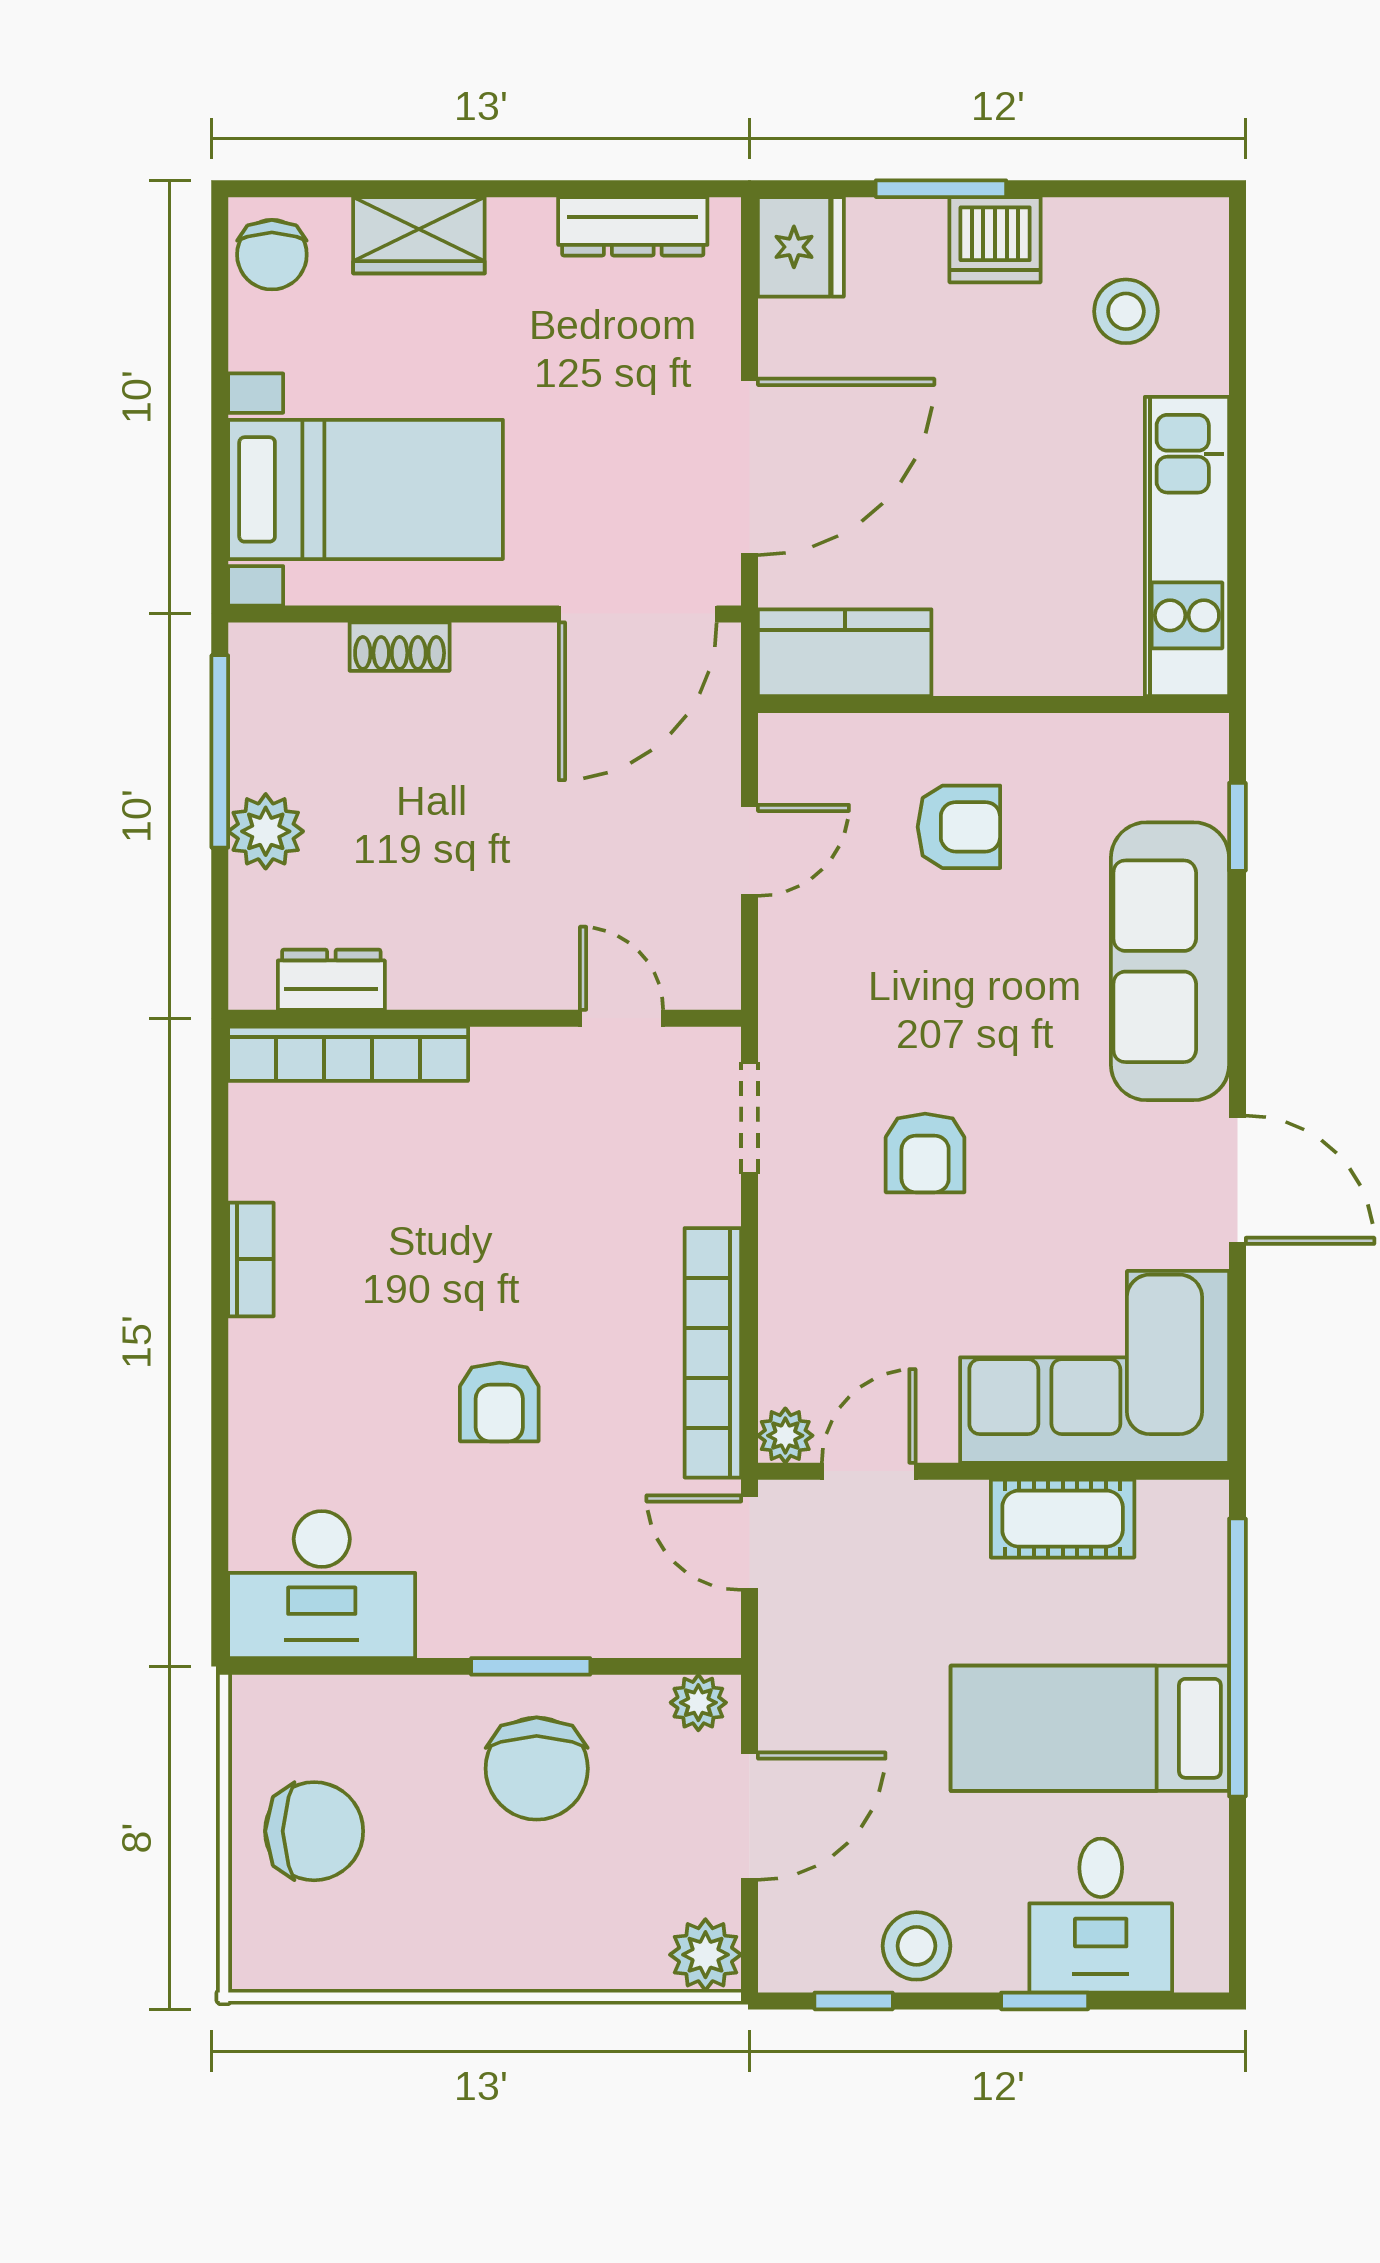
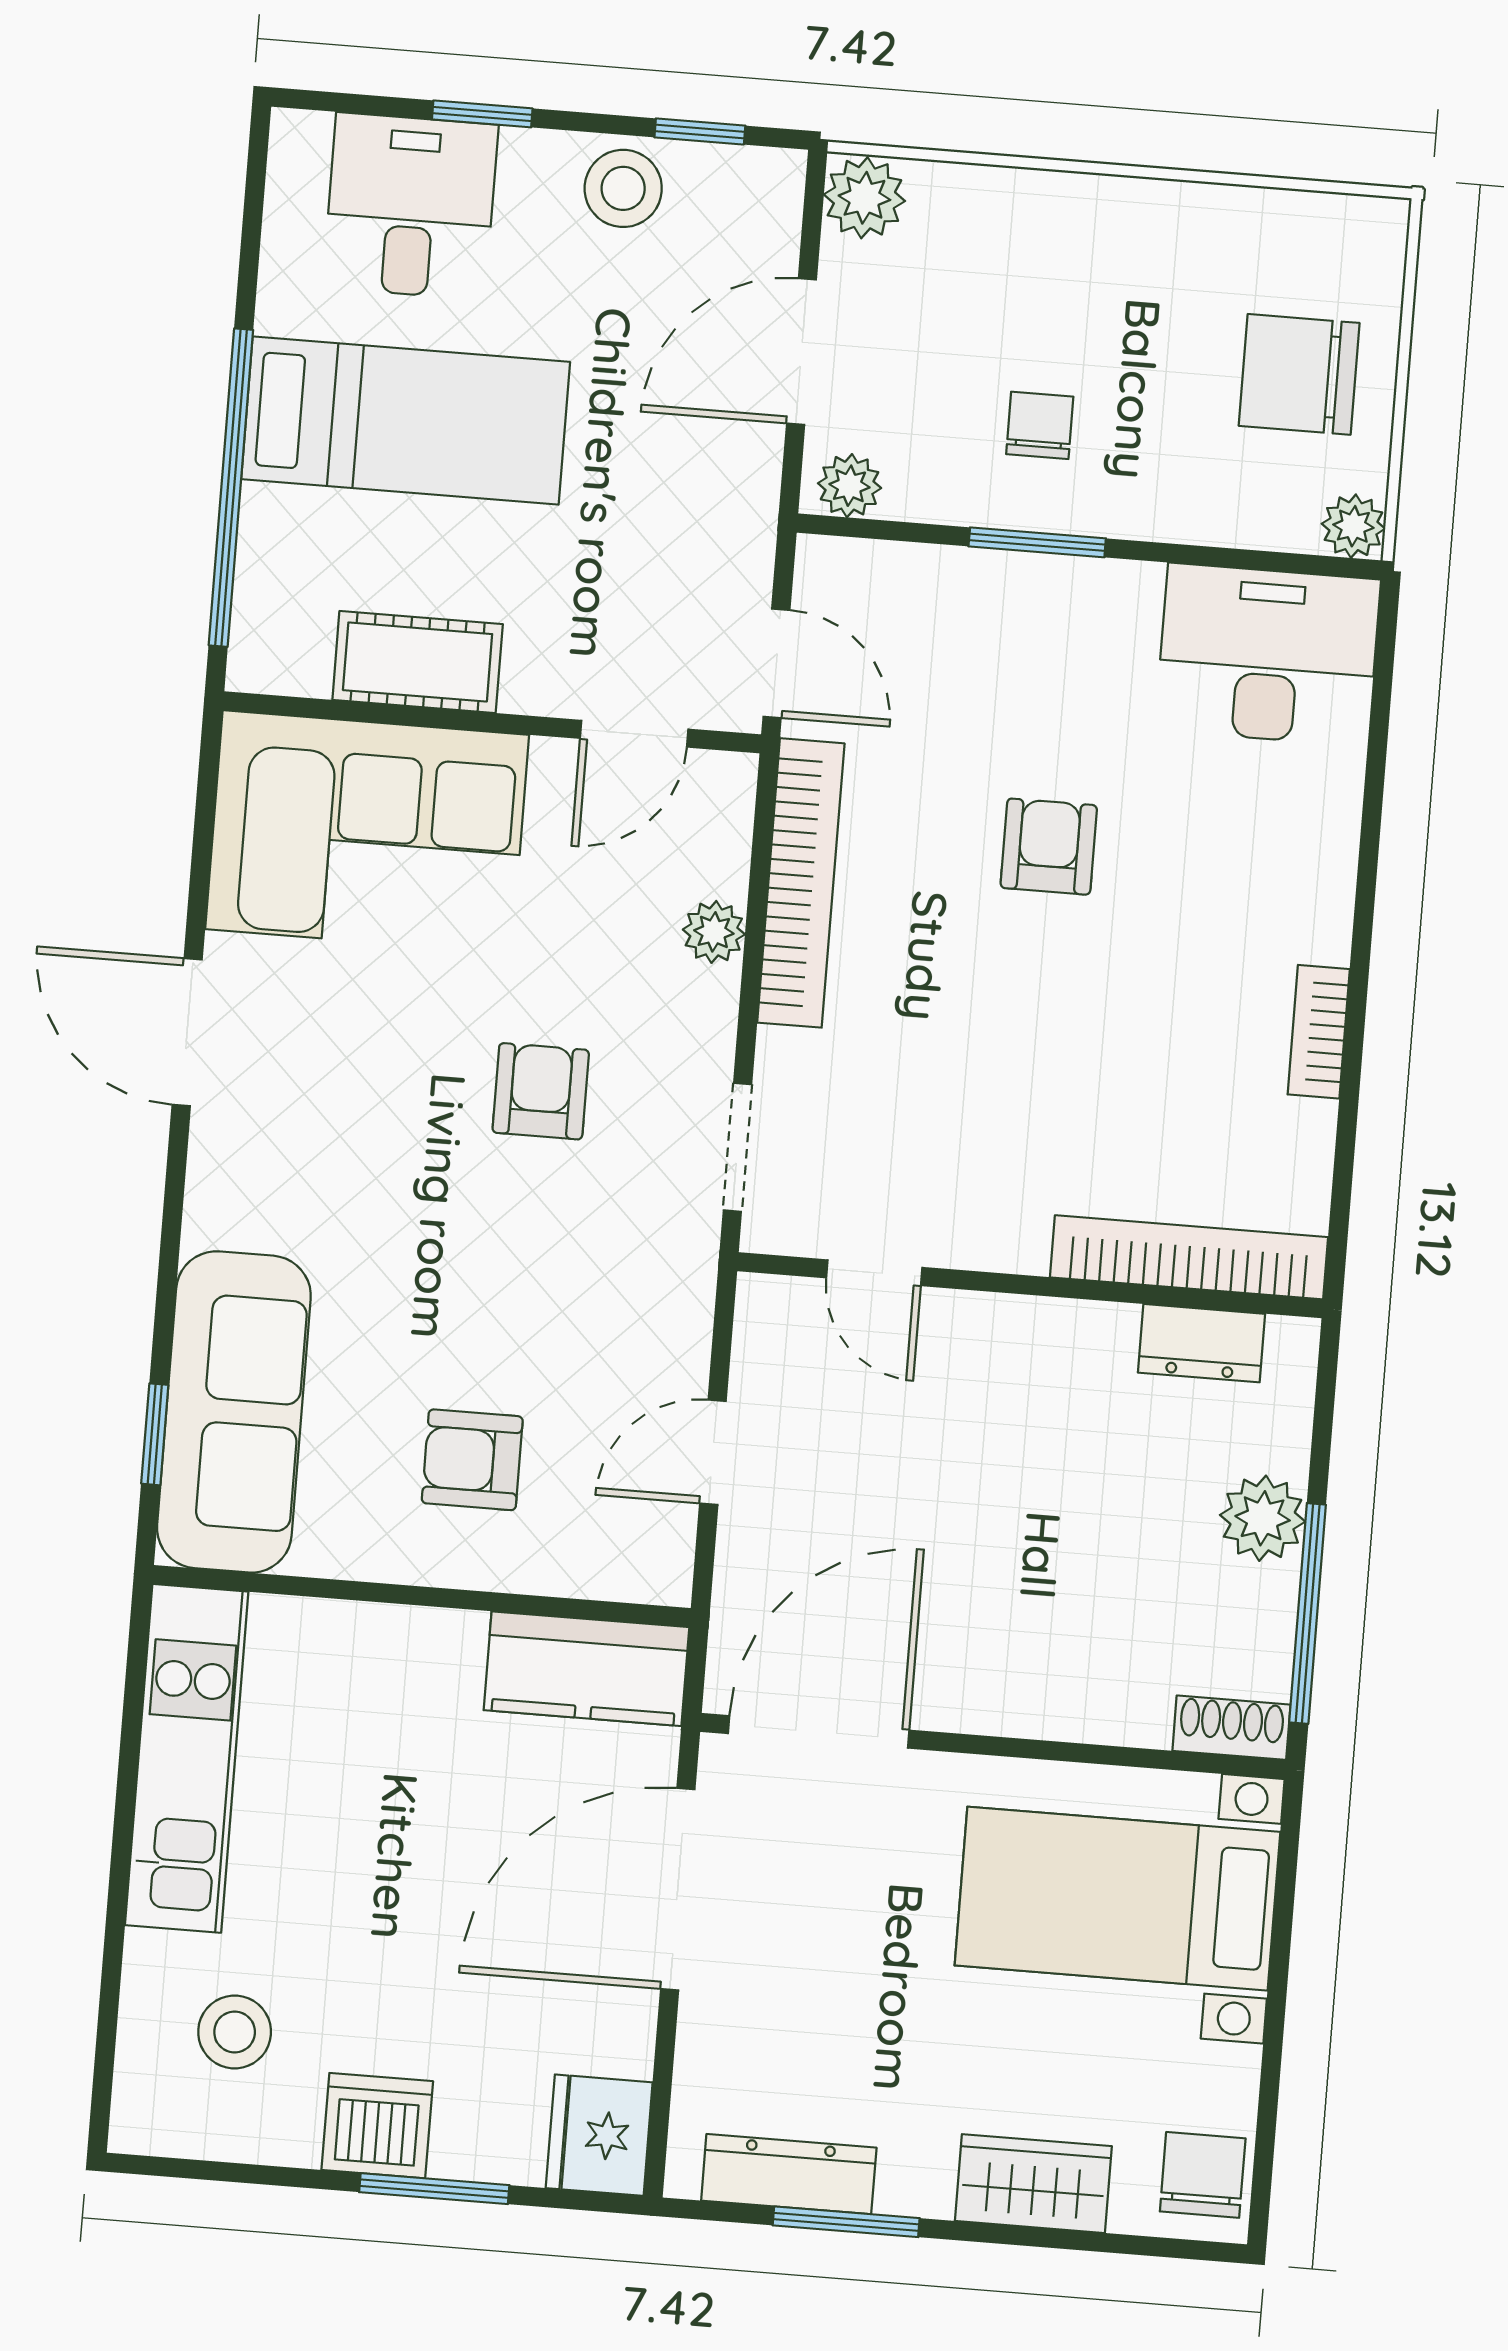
window: (579, 189) -> (846, 2222), added
shoe rack: (400, 647) -> (1231, 1728), moved
sofa: (1170, 961) -> (234, 1412), moved
plant: (785, 1436) -> (714, 932), moved
plant: (256, 1703) -> (1353, 526), added
chair: (537, 1769) -> (1040, 425), width x0.54, depth x0.54

